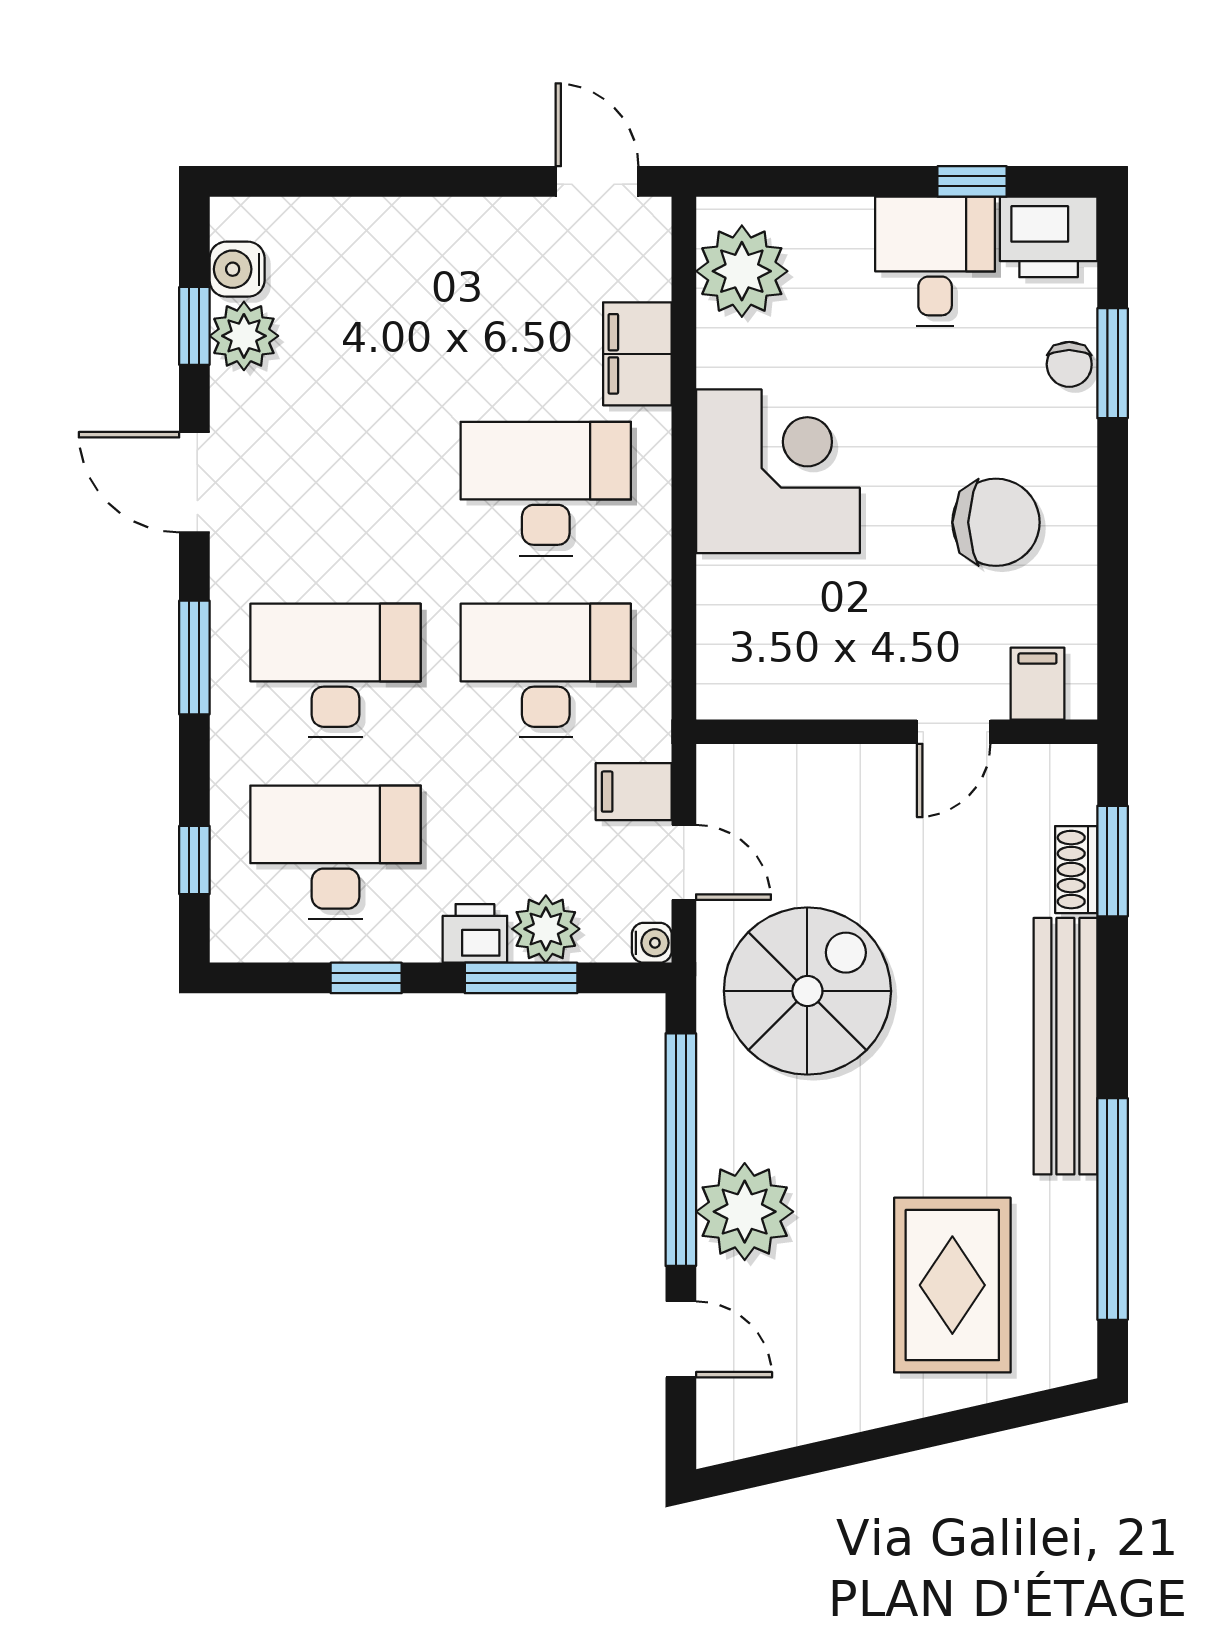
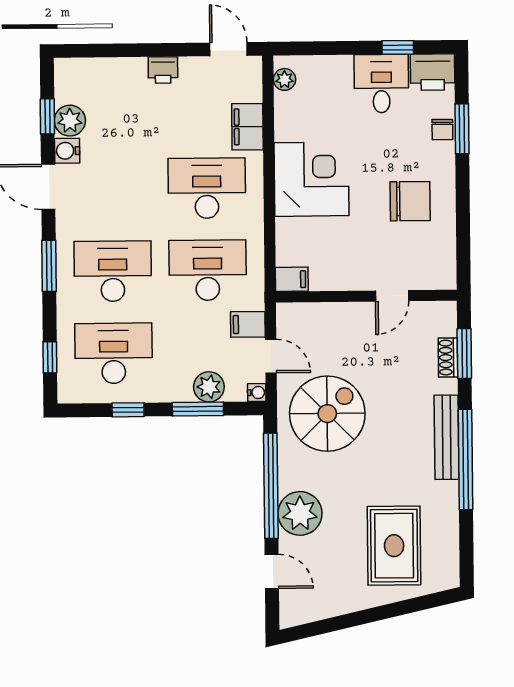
water cooler: (237, 269) -> (67, 151), moved
plant: (742, 271) -> (284, 79), width x0.53, depth x0.53
filing cabinet: (1037, 684) -> (292, 279), moved, turned 90
printer: (475, 933) -> (163, 70), moved, turned 180
bench: (1065, 1046) -> (447, 437), width x0.73, depth x0.82
window: (1113, 1209) -> (465, 460), moved

